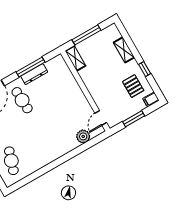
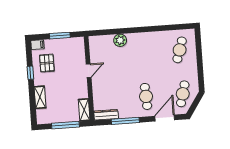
dresser: (34, 74) -> (106, 115), moved
door: (101, 118) -> (89, 71), moved
plant: (83, 136) -> (120, 40), moved

